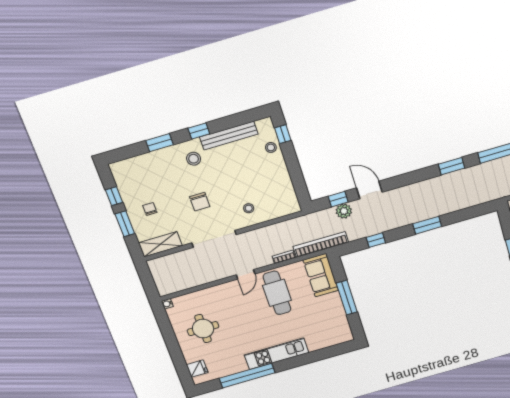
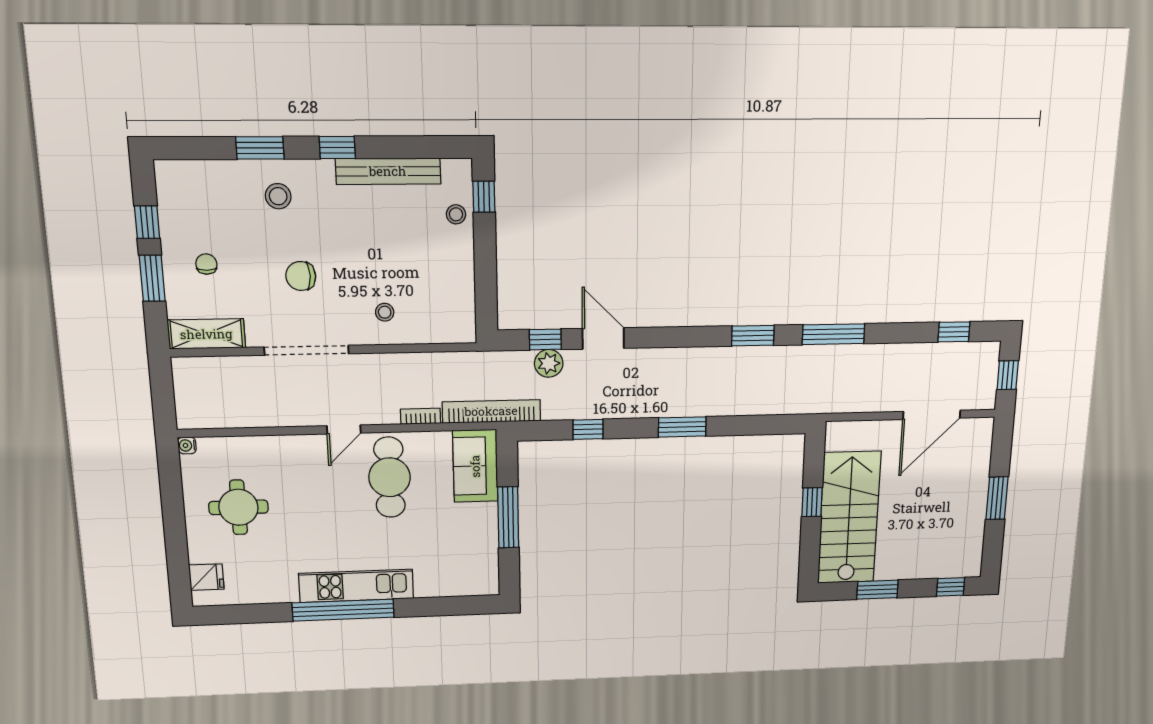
stool: (194, 159) -> (278, 196), moved
chair: (200, 202) -> (301, 276), turned 90
window: (247, 376) -> (343, 610), moved

